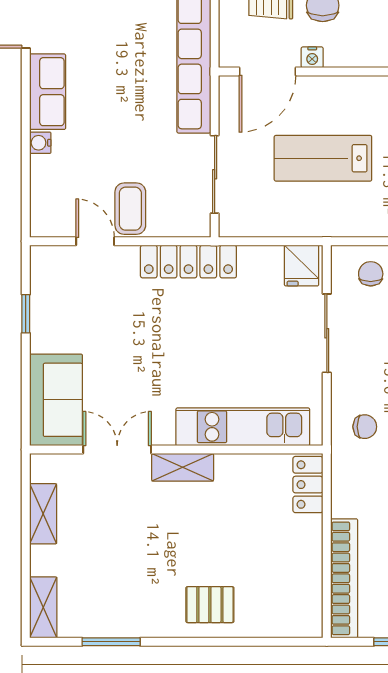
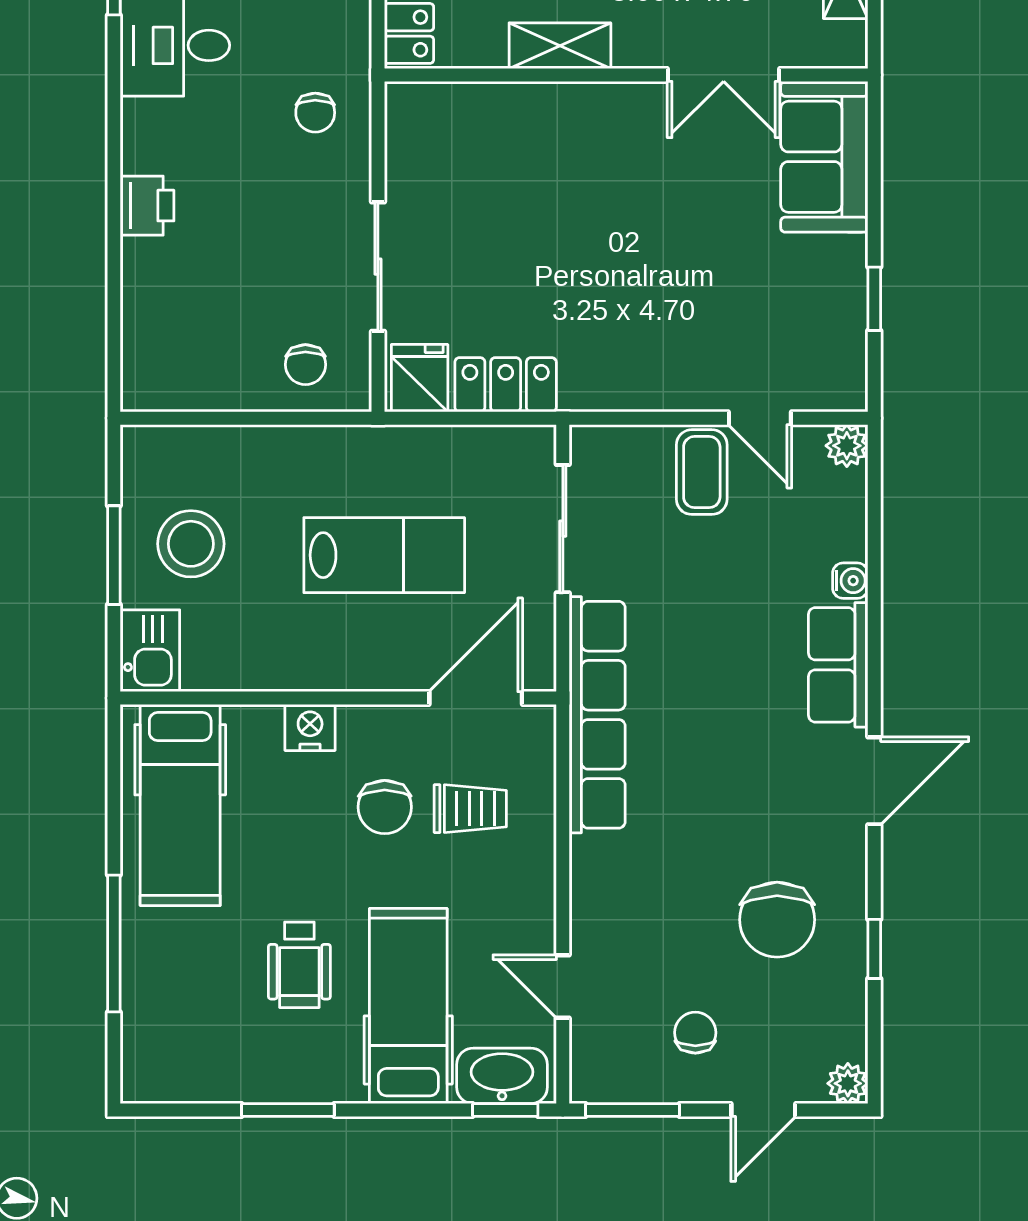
nightstand: (312, 57) -> (310, 727), moved, width x1.39, depth x1.35
plant: (42, 225) -> (847, 446), added
locker: (188, 262) -> (506, 385), moved, width x0.66
kitchen unit: (243, 427) -> (516, 112), removed
chair: (365, 427) -> (315, 113), turned -90
shelving: (183, 467) -> (560, 46), moved

